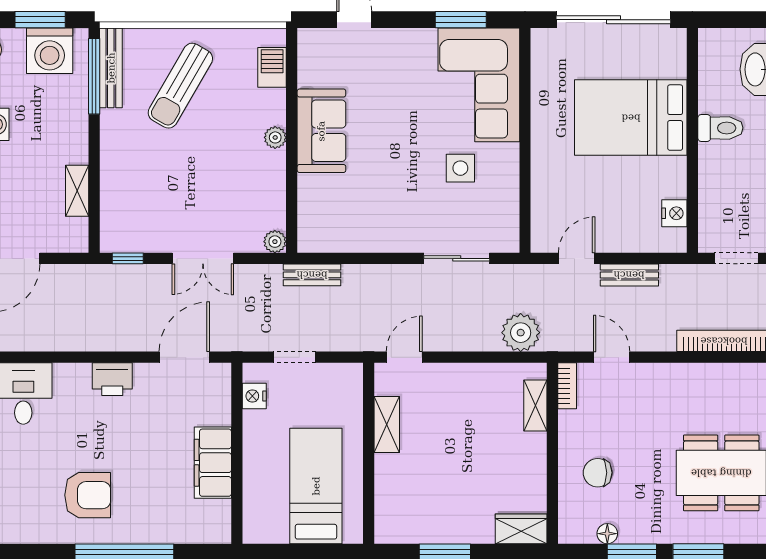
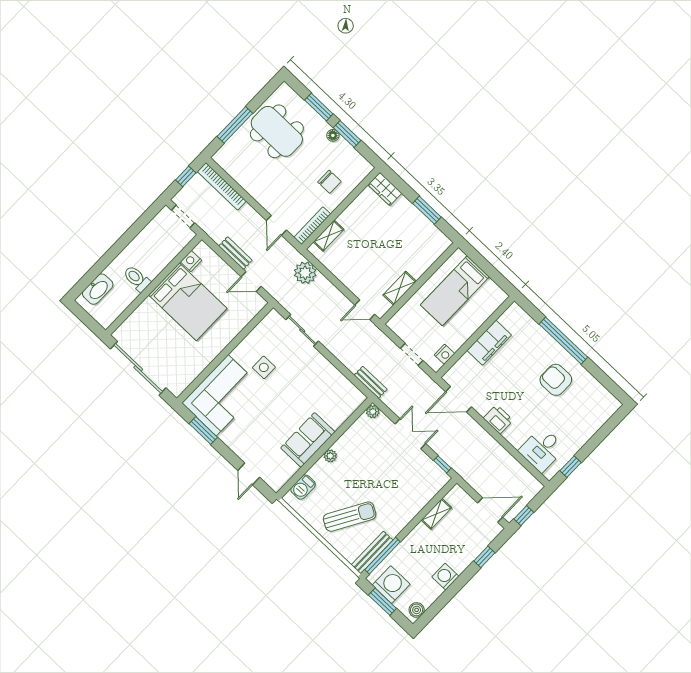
bed: (631, 118) -> (188, 302), moved
bookcase: (567, 386) -> (312, 226), width x1.56
floor lamp: (607, 534) -> (333, 135), moved

